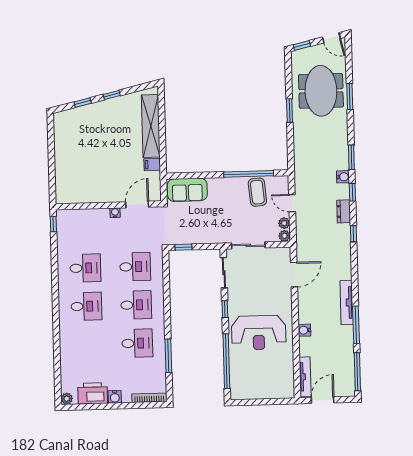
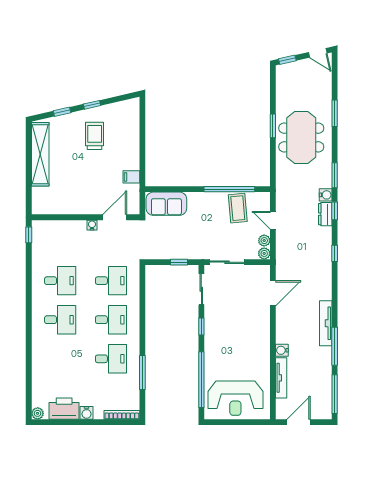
meeting table: (321, 91) -> (301, 138), moved
trolley: (115, 125) -> (95, 136), added
shelving: (151, 126) -> (40, 154), moved
dresser: (344, 211) -> (325, 214), moved
window: (184, 247) -> (179, 262), moved
reception desk: (259, 333) -> (235, 398), moved
tv unit: (305, 377) -> (281, 378), moved

